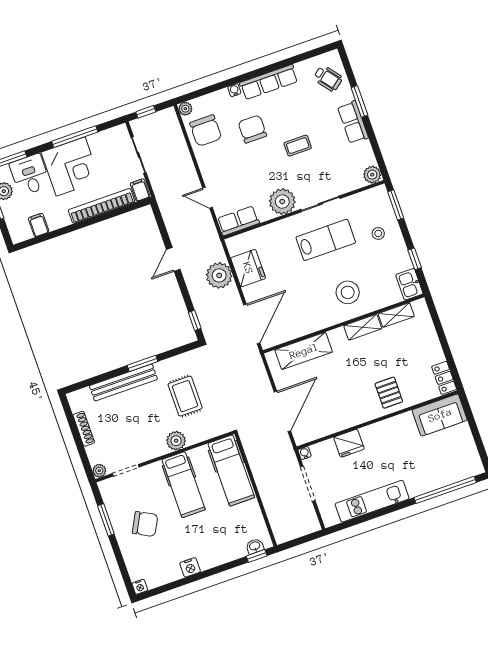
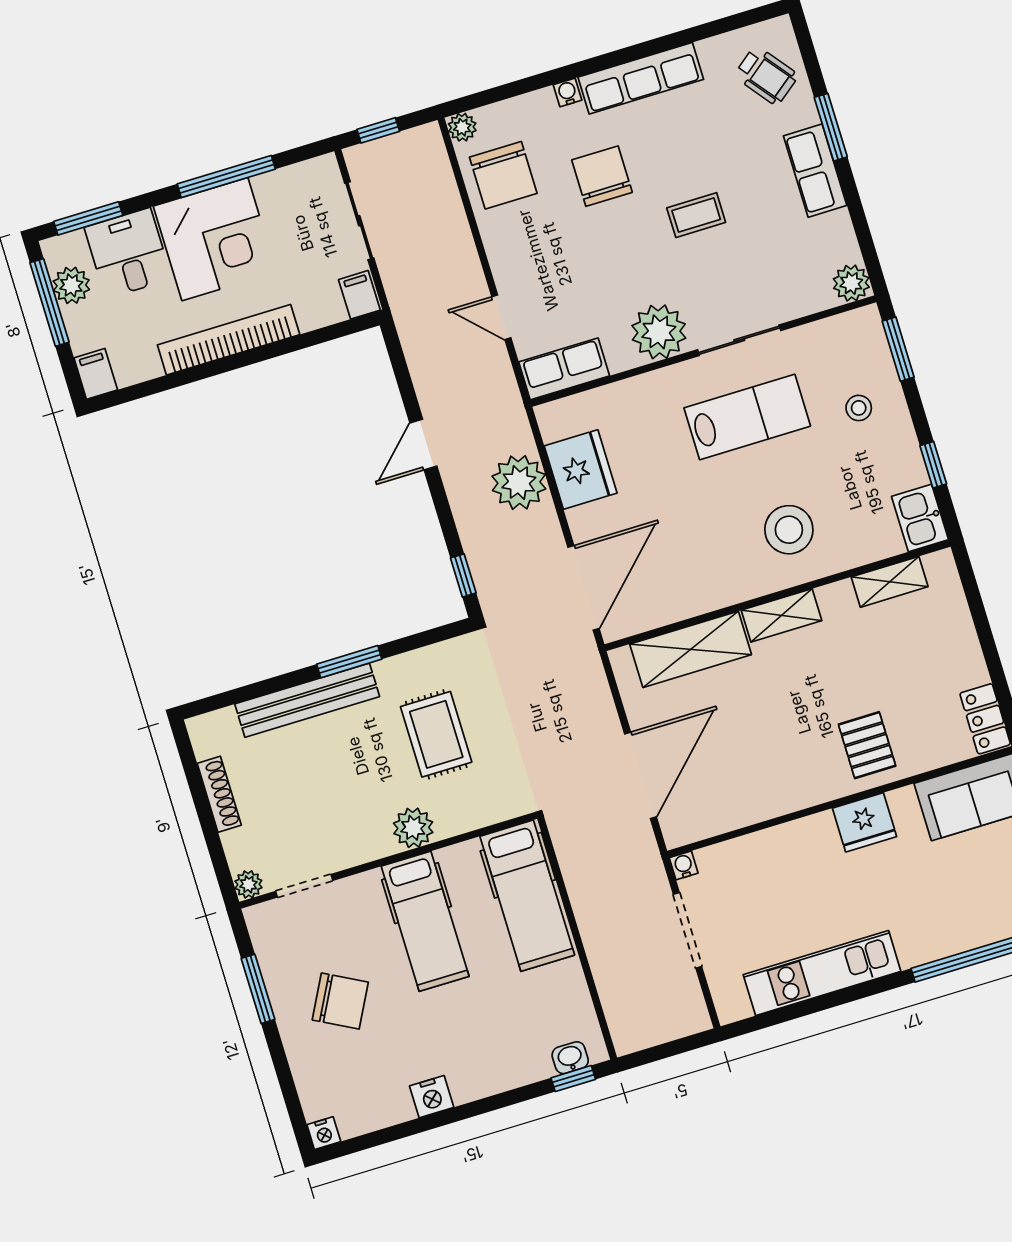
bookcase: (102, 206) -> (229, 340), moved
filing cabinet: (39, 225) -> (96, 374), moved
shelving: (363, 327) -> (782, 615), moved
fridge: (349, 443) -> (864, 822), moved

